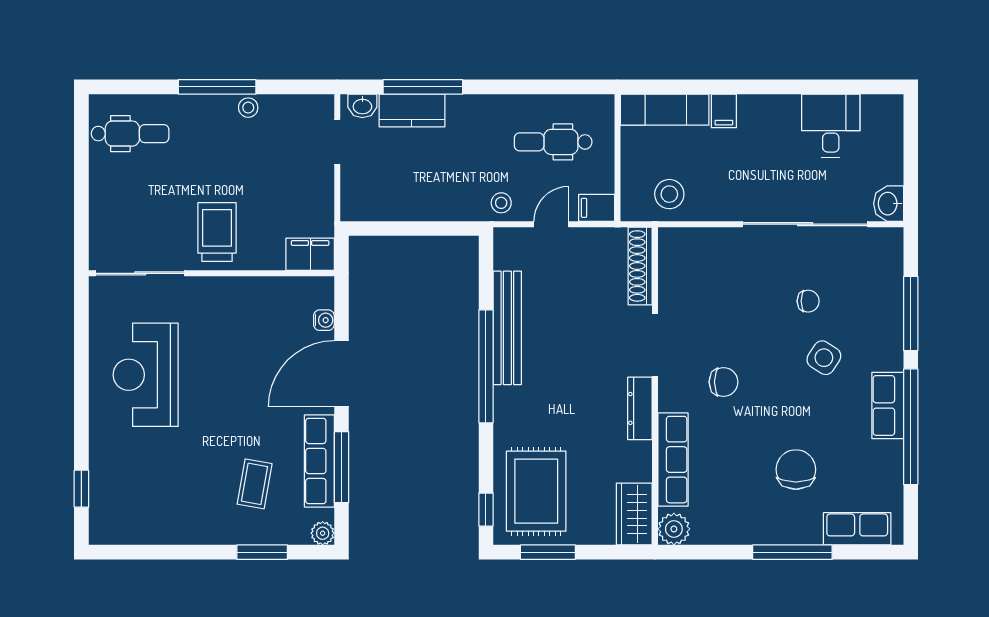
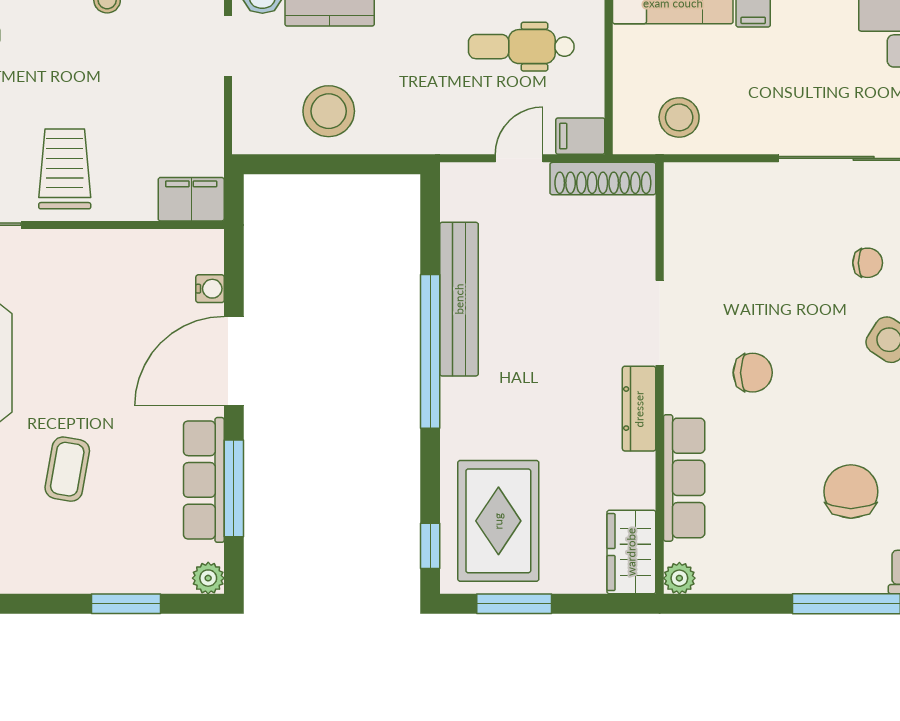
stool: (501, 203) -> (329, 111), moved, width x1.89, depth x1.89
shoe rack: (640, 266) -> (603, 179), moved, turned -90
coffee table: (255, 484) -> (67, 469), moved
plant: (674, 529) -> (679, 578), width x0.73, depth x0.73

